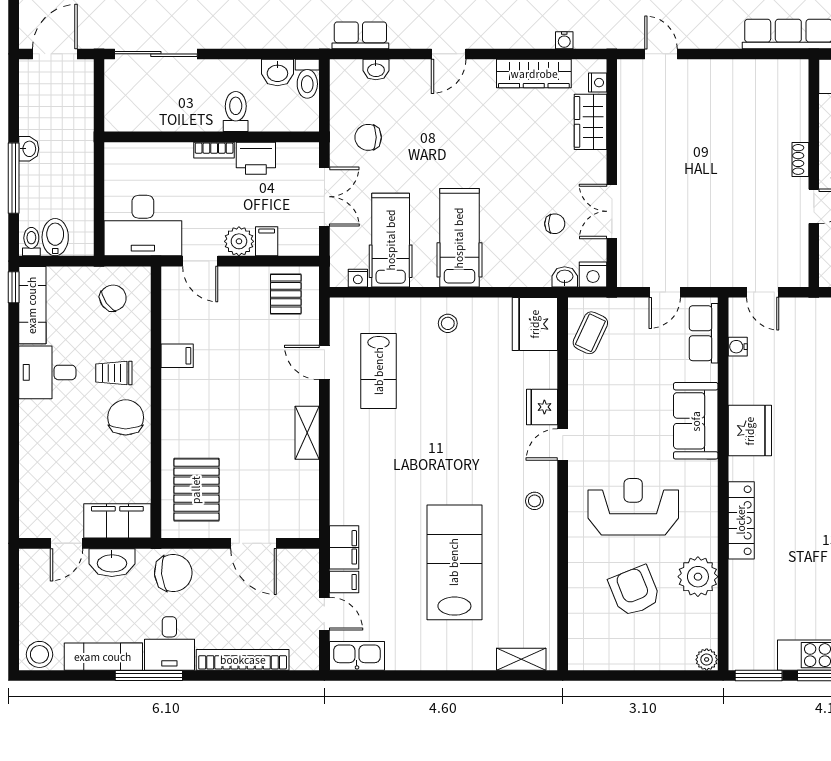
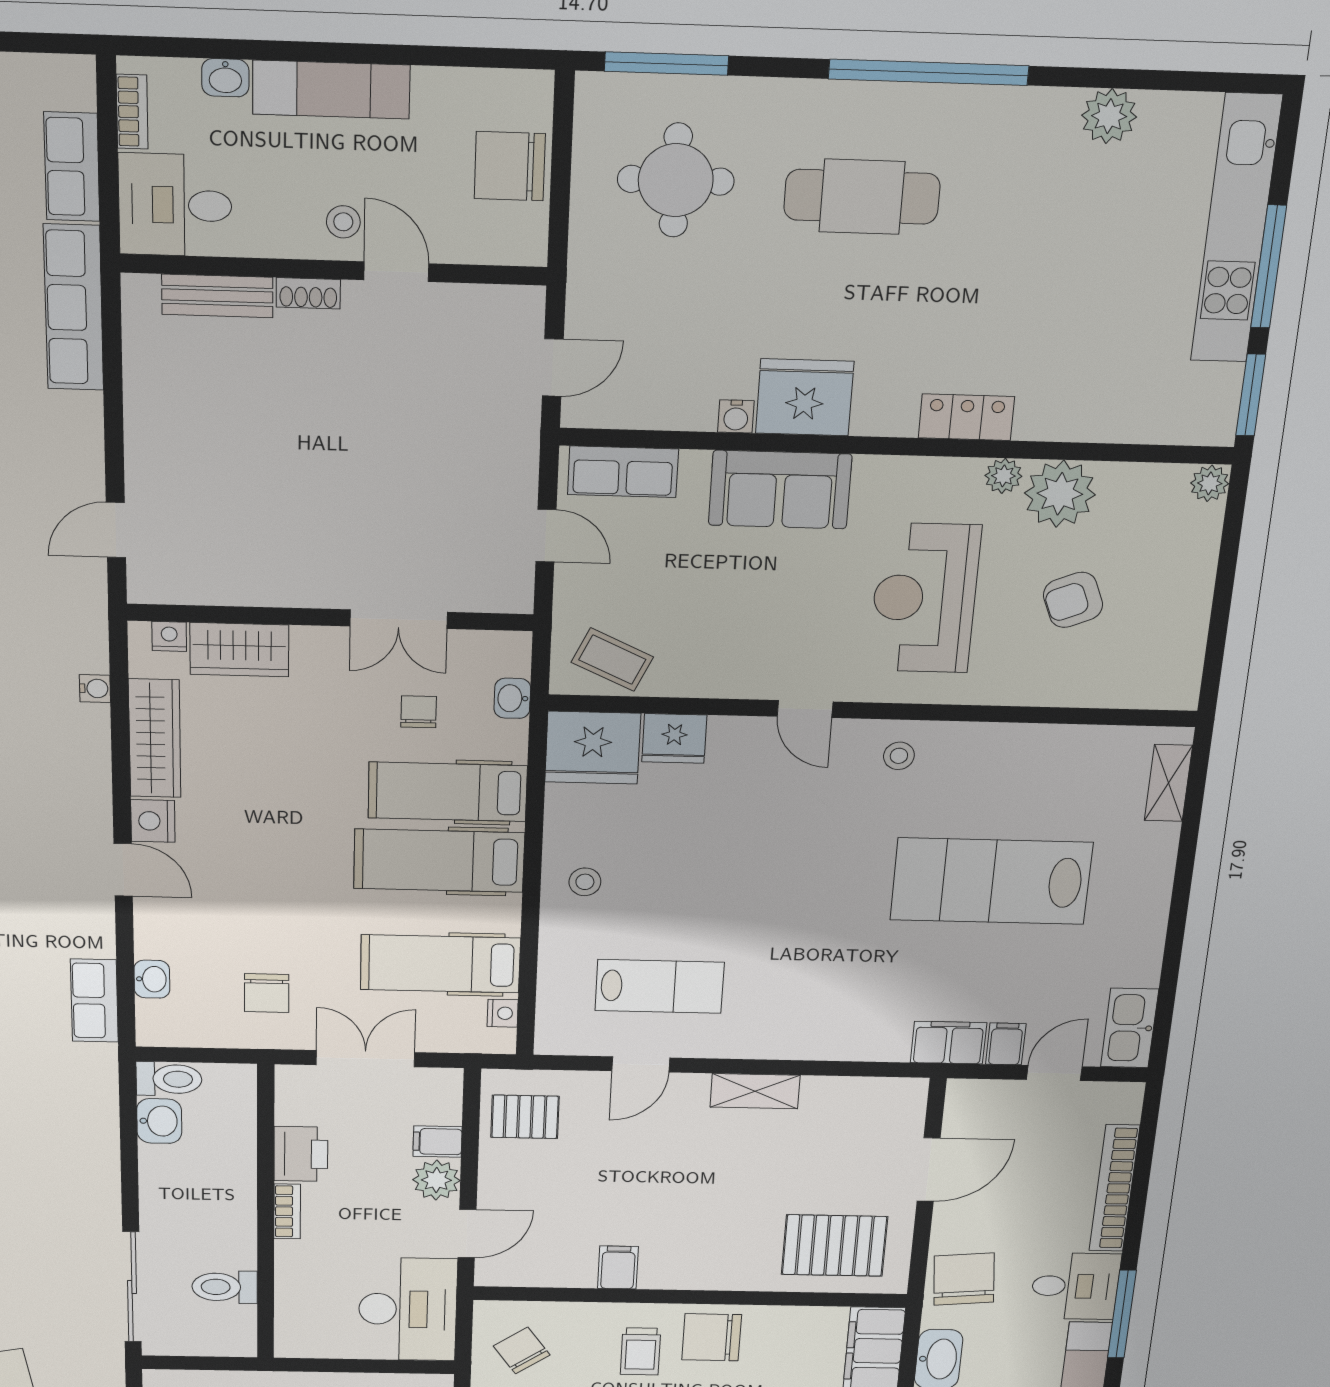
toilet: (236, 111) -> (225, 1287), moved
bench: (797, 111) -> (217, 296), added
hospital bed: (504, 242) -> (448, 792), added
nightstand: (593, 274) -> (153, 821), moved, turned 180
water cooler: (738, 347) -> (736, 416), moved
fridge: (542, 407) -> (674, 738), moved
locker: (741, 520) -> (966, 417), width x0.66
plant: (708, 544) -> (1003, 476), added
armchair: (635, 591) -> (1073, 600), width x0.72, depth x0.72

